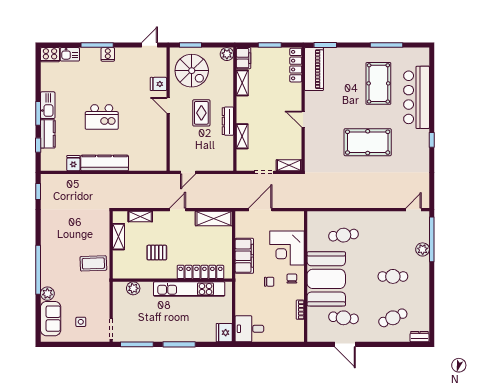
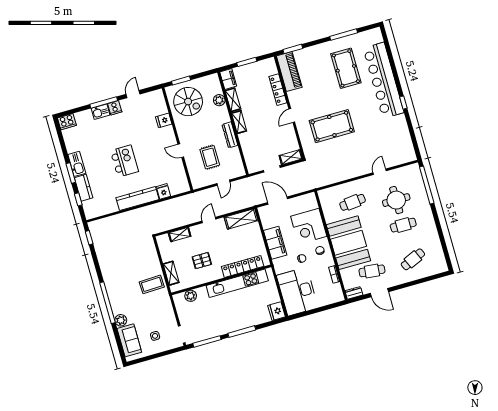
door: (150, 45) -> (133, 94), moved
kitchen sink: (70, 54) -> (101, 112), moved
plant: (227, 54) -> (219, 100), moved
locker: (296, 65) -> (278, 90), moved
bar counter: (417, 97) -> (383, 80), width x1.36
door: (168, 105) -> (181, 151), moved
rug: (201, 113) -> (210, 157), moved
kitchen island: (102, 117) -> (124, 161), turned -90
door: (303, 119) -> (292, 116), hinge flipped
shelving: (242, 136) -> (239, 122), moved
pool table: (368, 142) -> (332, 126), moved
fridge: (73, 163) -> (163, 191), moved
door: (188, 172) -> (223, 183), moved
door: (260, 210) -> (278, 201), hinge flipped
door: (414, 210) -> (380, 172), moved
shelving: (118, 237) -> (171, 273), moved
round table: (393, 246) -> (396, 200), added
plant: (423, 249) -> (421, 196), removed
desk: (249, 329) -> (297, 292), width x1.87, depth x1.30
dresser: (419, 337) -> (354, 293), moved

